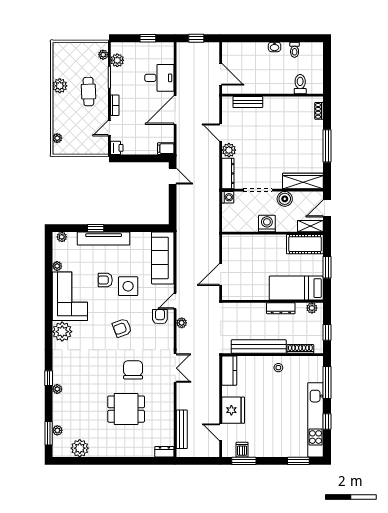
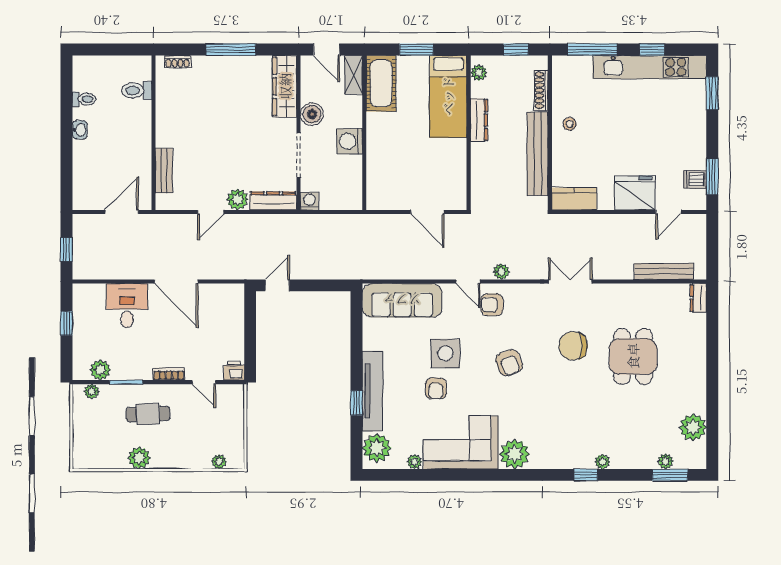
filing cabinet: (166, 149) -> (235, 296), removed
plant: (62, 237) -> (377, 448), width x1.87, depth x1.87

